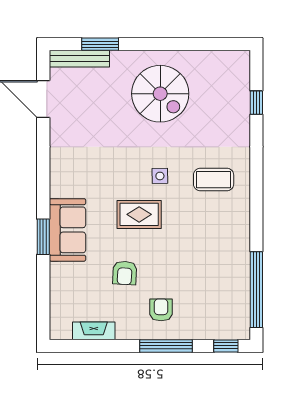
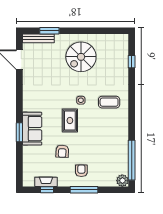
spiral stairs: (160, 94) -> (81, 57), turned 90
rug: (139, 214) -> (70, 120), turned 90
plant: (239, 329) -> (122, 181), added
window: (226, 346) -> (47, 190), moved

